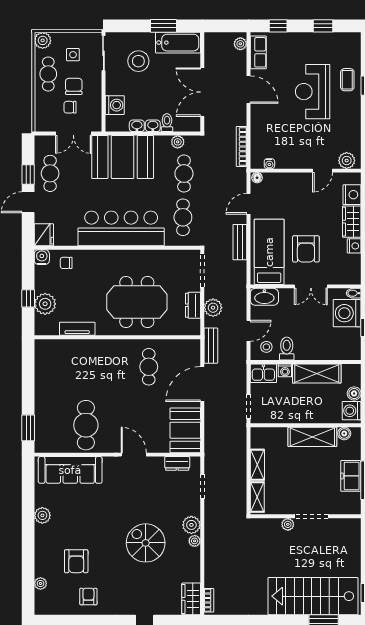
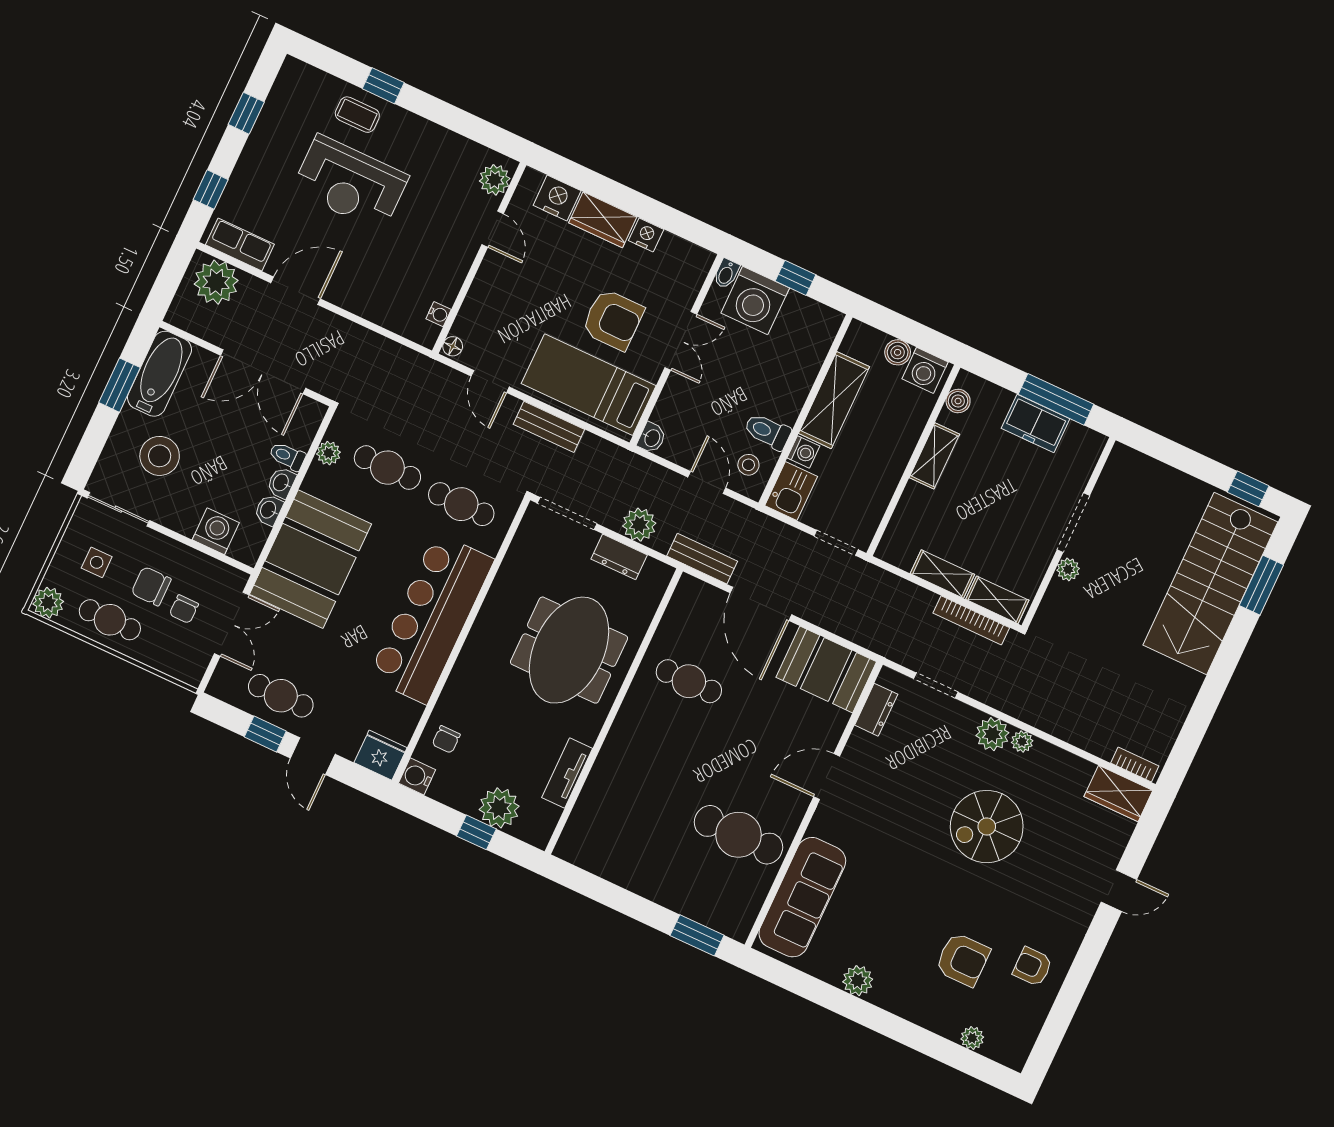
plant: (240, 44) -> (216, 282), width x1.88, depth x1.88
bookcase: (242, 146) -> (971, 620), moved
washbasin: (264, 297) -> (652, 438), width x0.52, depth x0.69
shelving: (312, 437) -> (934, 456), width x0.67, depth x0.75

